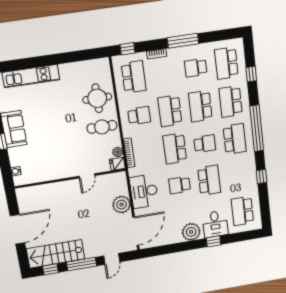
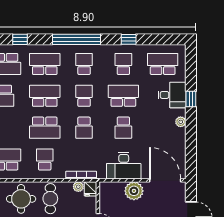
school desk: (231, 102) -> (45, 64), turned 180
school desk: (200, 106) -> (45, 96), turned 180
school desk: (235, 139) -> (84, 64), width x0.54
school desk: (175, 148) -> (84, 128), width x0.54
school desk: (239, 175) -> (123, 64), added
school desk: (242, 211) -> (163, 64), turned 180
plant: (191, 232) -> (181, 122), width x0.53, depth x0.53

